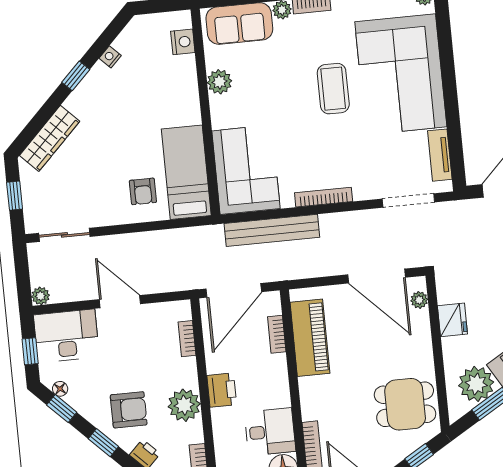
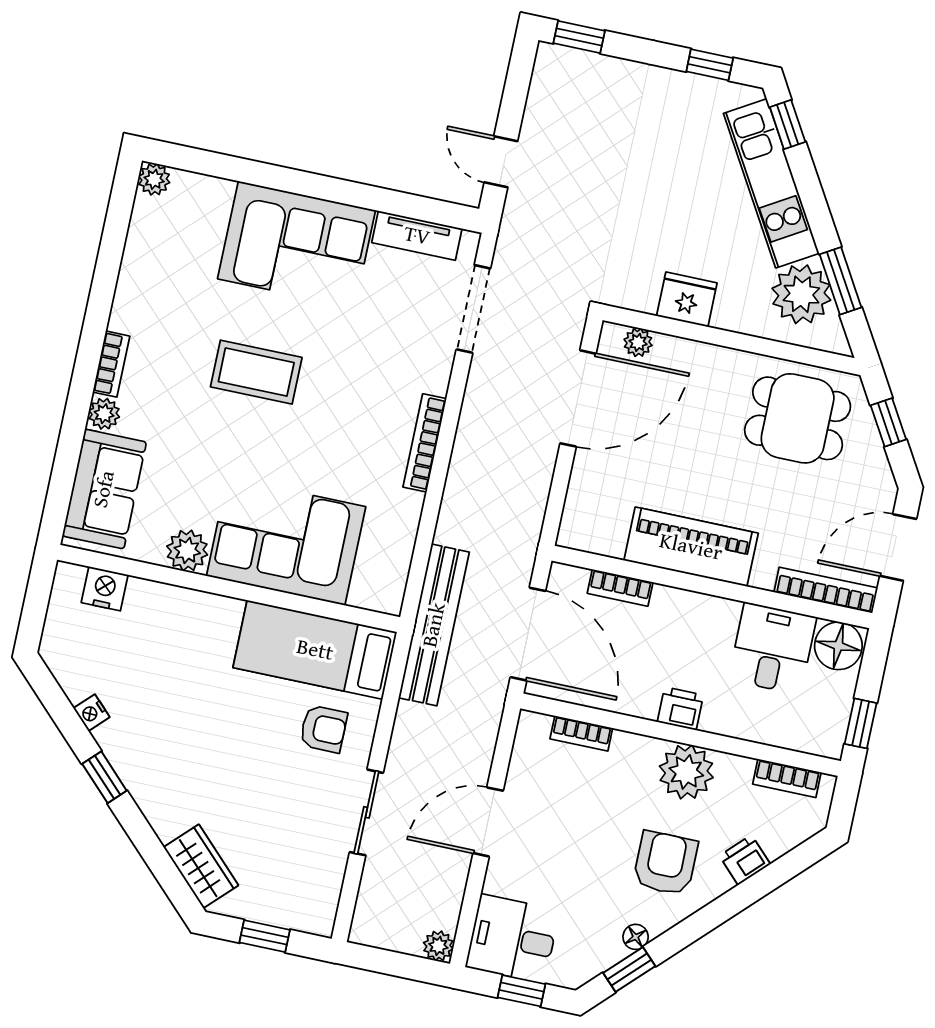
corner sofa: (401, 74) -> (296, 244), width x0.73, depth x0.74
wardrobe: (50, 138) -> (201, 866), width x0.67
corner sofa: (246, 170) -> (286, 541), moved
bench: (272, 230) -> (434, 625), moved
sliding door: (64, 235) -> (366, 812), moved
desk: (66, 336) -> (513, 939), width x0.73
piano: (310, 338) -> (691, 547), moved
floor lamp: (60, 389) -> (636, 937), moved
printer: (222, 390) -> (680, 708), width x0.73, depth x0.81
dining table: (405, 404) -> (798, 418), turned 90
window: (103, 443) -> (705, 920), removed

